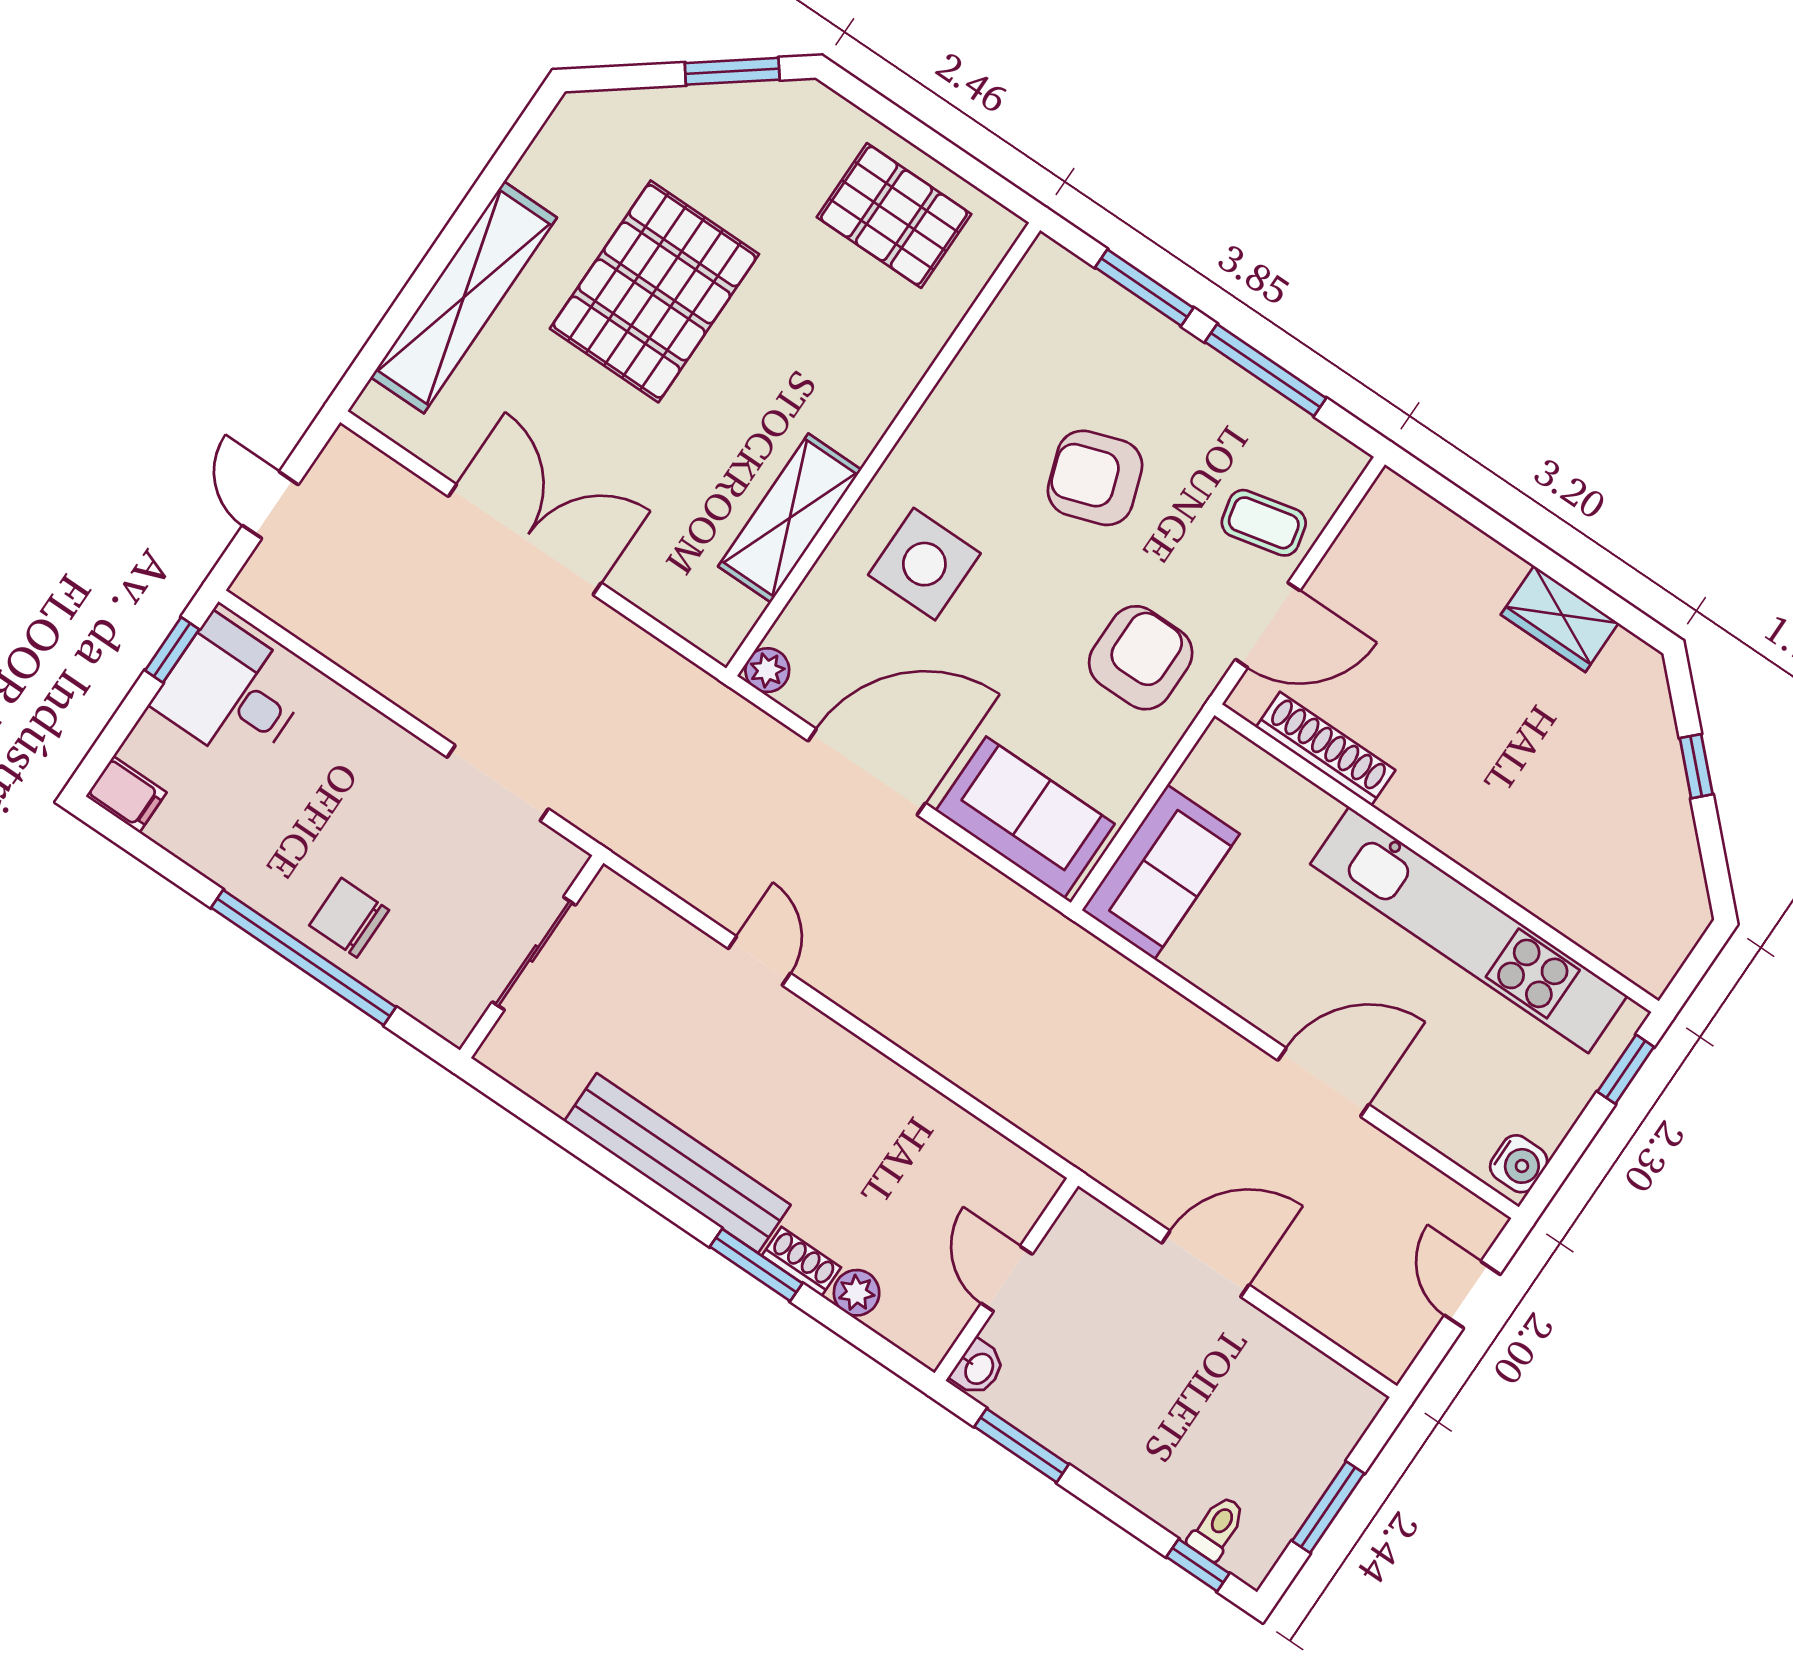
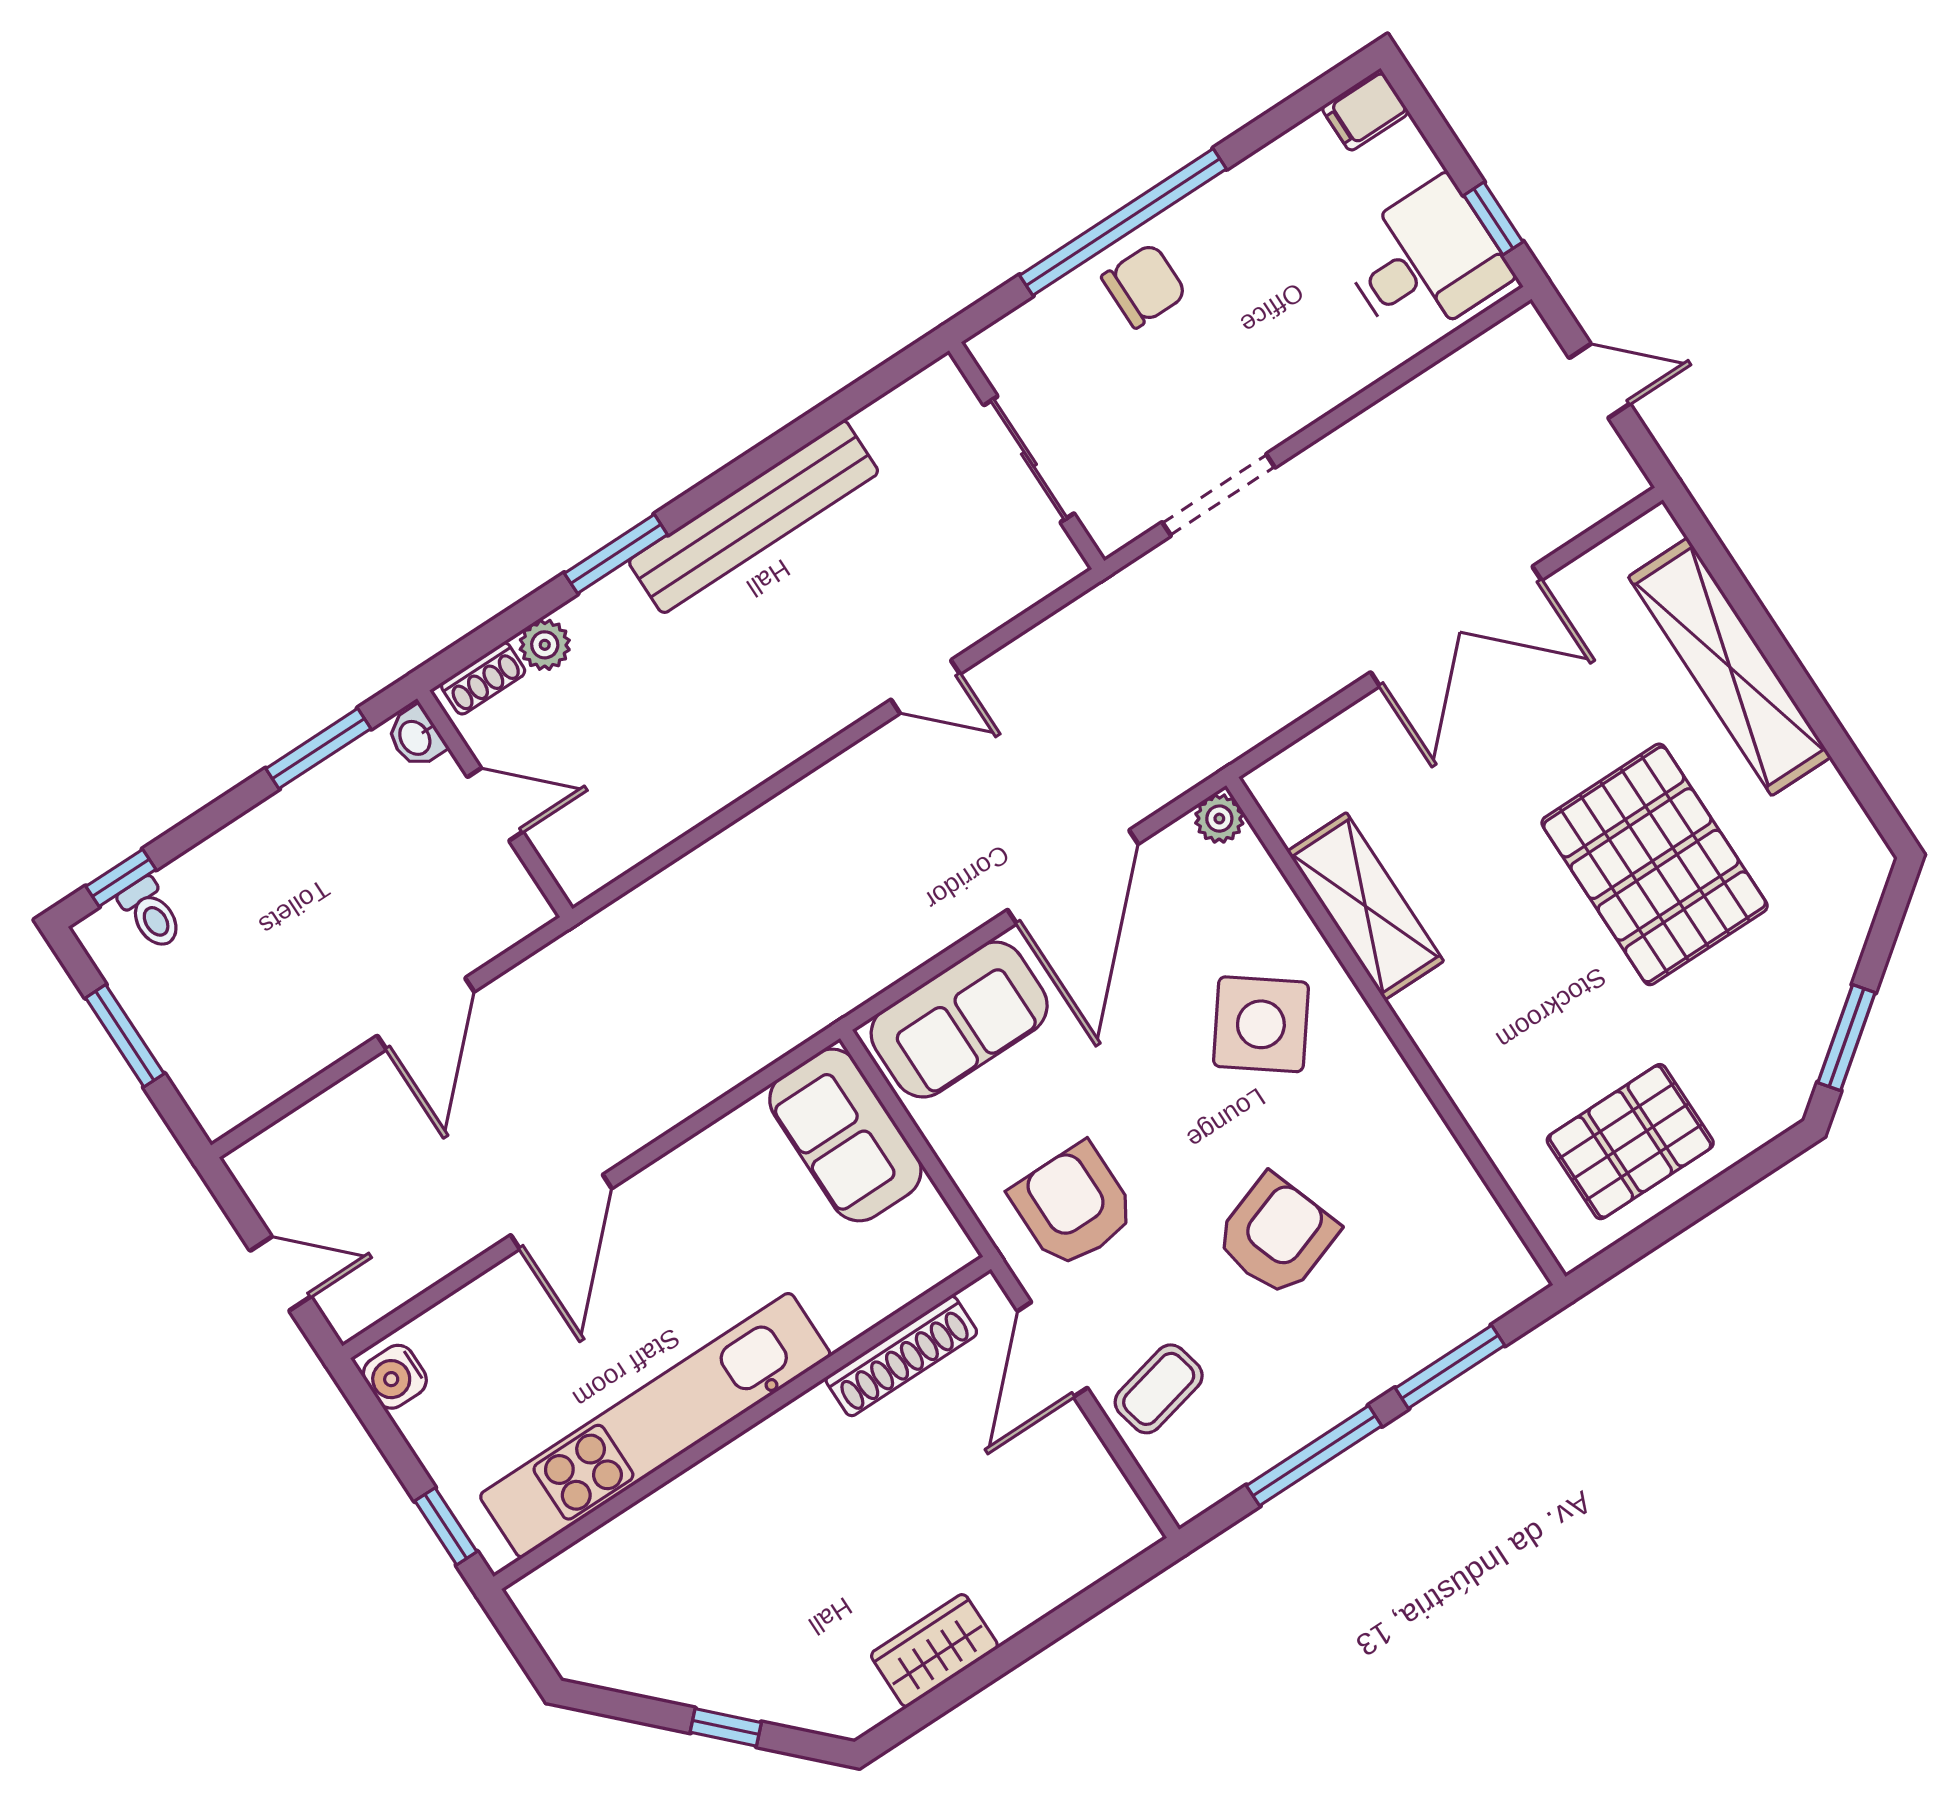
side table: (924, 564) -> (1261, 1024), turned 37
armchair: (1141, 658) -> (1073, 1206), turned 180
shoe rack: (801, 1261) -> (483, 678), moved

